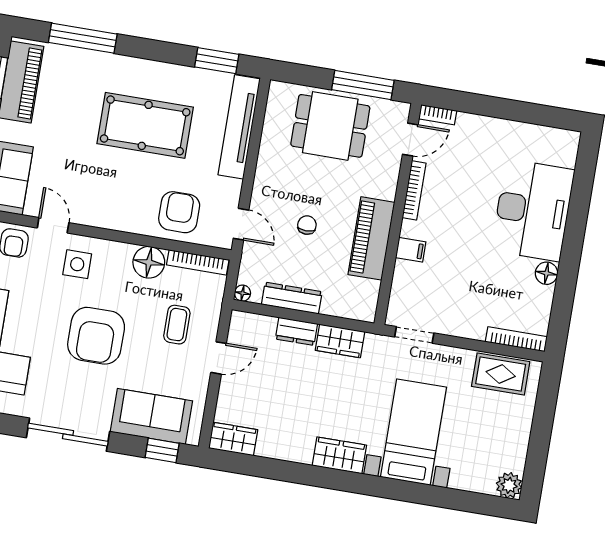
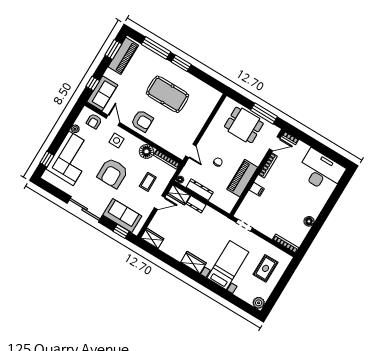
window: (217, 61) -> (181, 63), moved
tv unit: (239, 127) -> (206, 110), removed
desk: (533, 210) -> (321, 171), moved, turned -90
armchair: (179, 212) -> (142, 121), moved, turned 90
wardrobe: (340, 341) -> (179, 195), moved
rug: (501, 374) -> (266, 268), moved, turned 90

